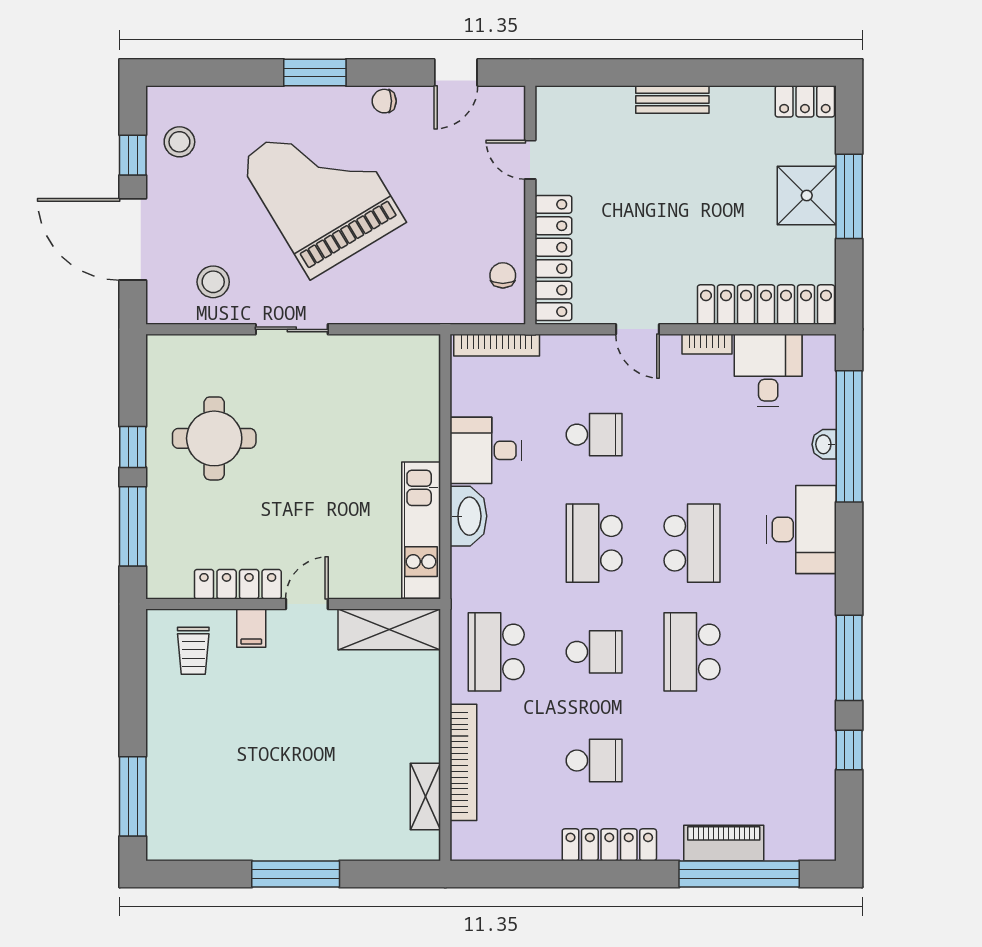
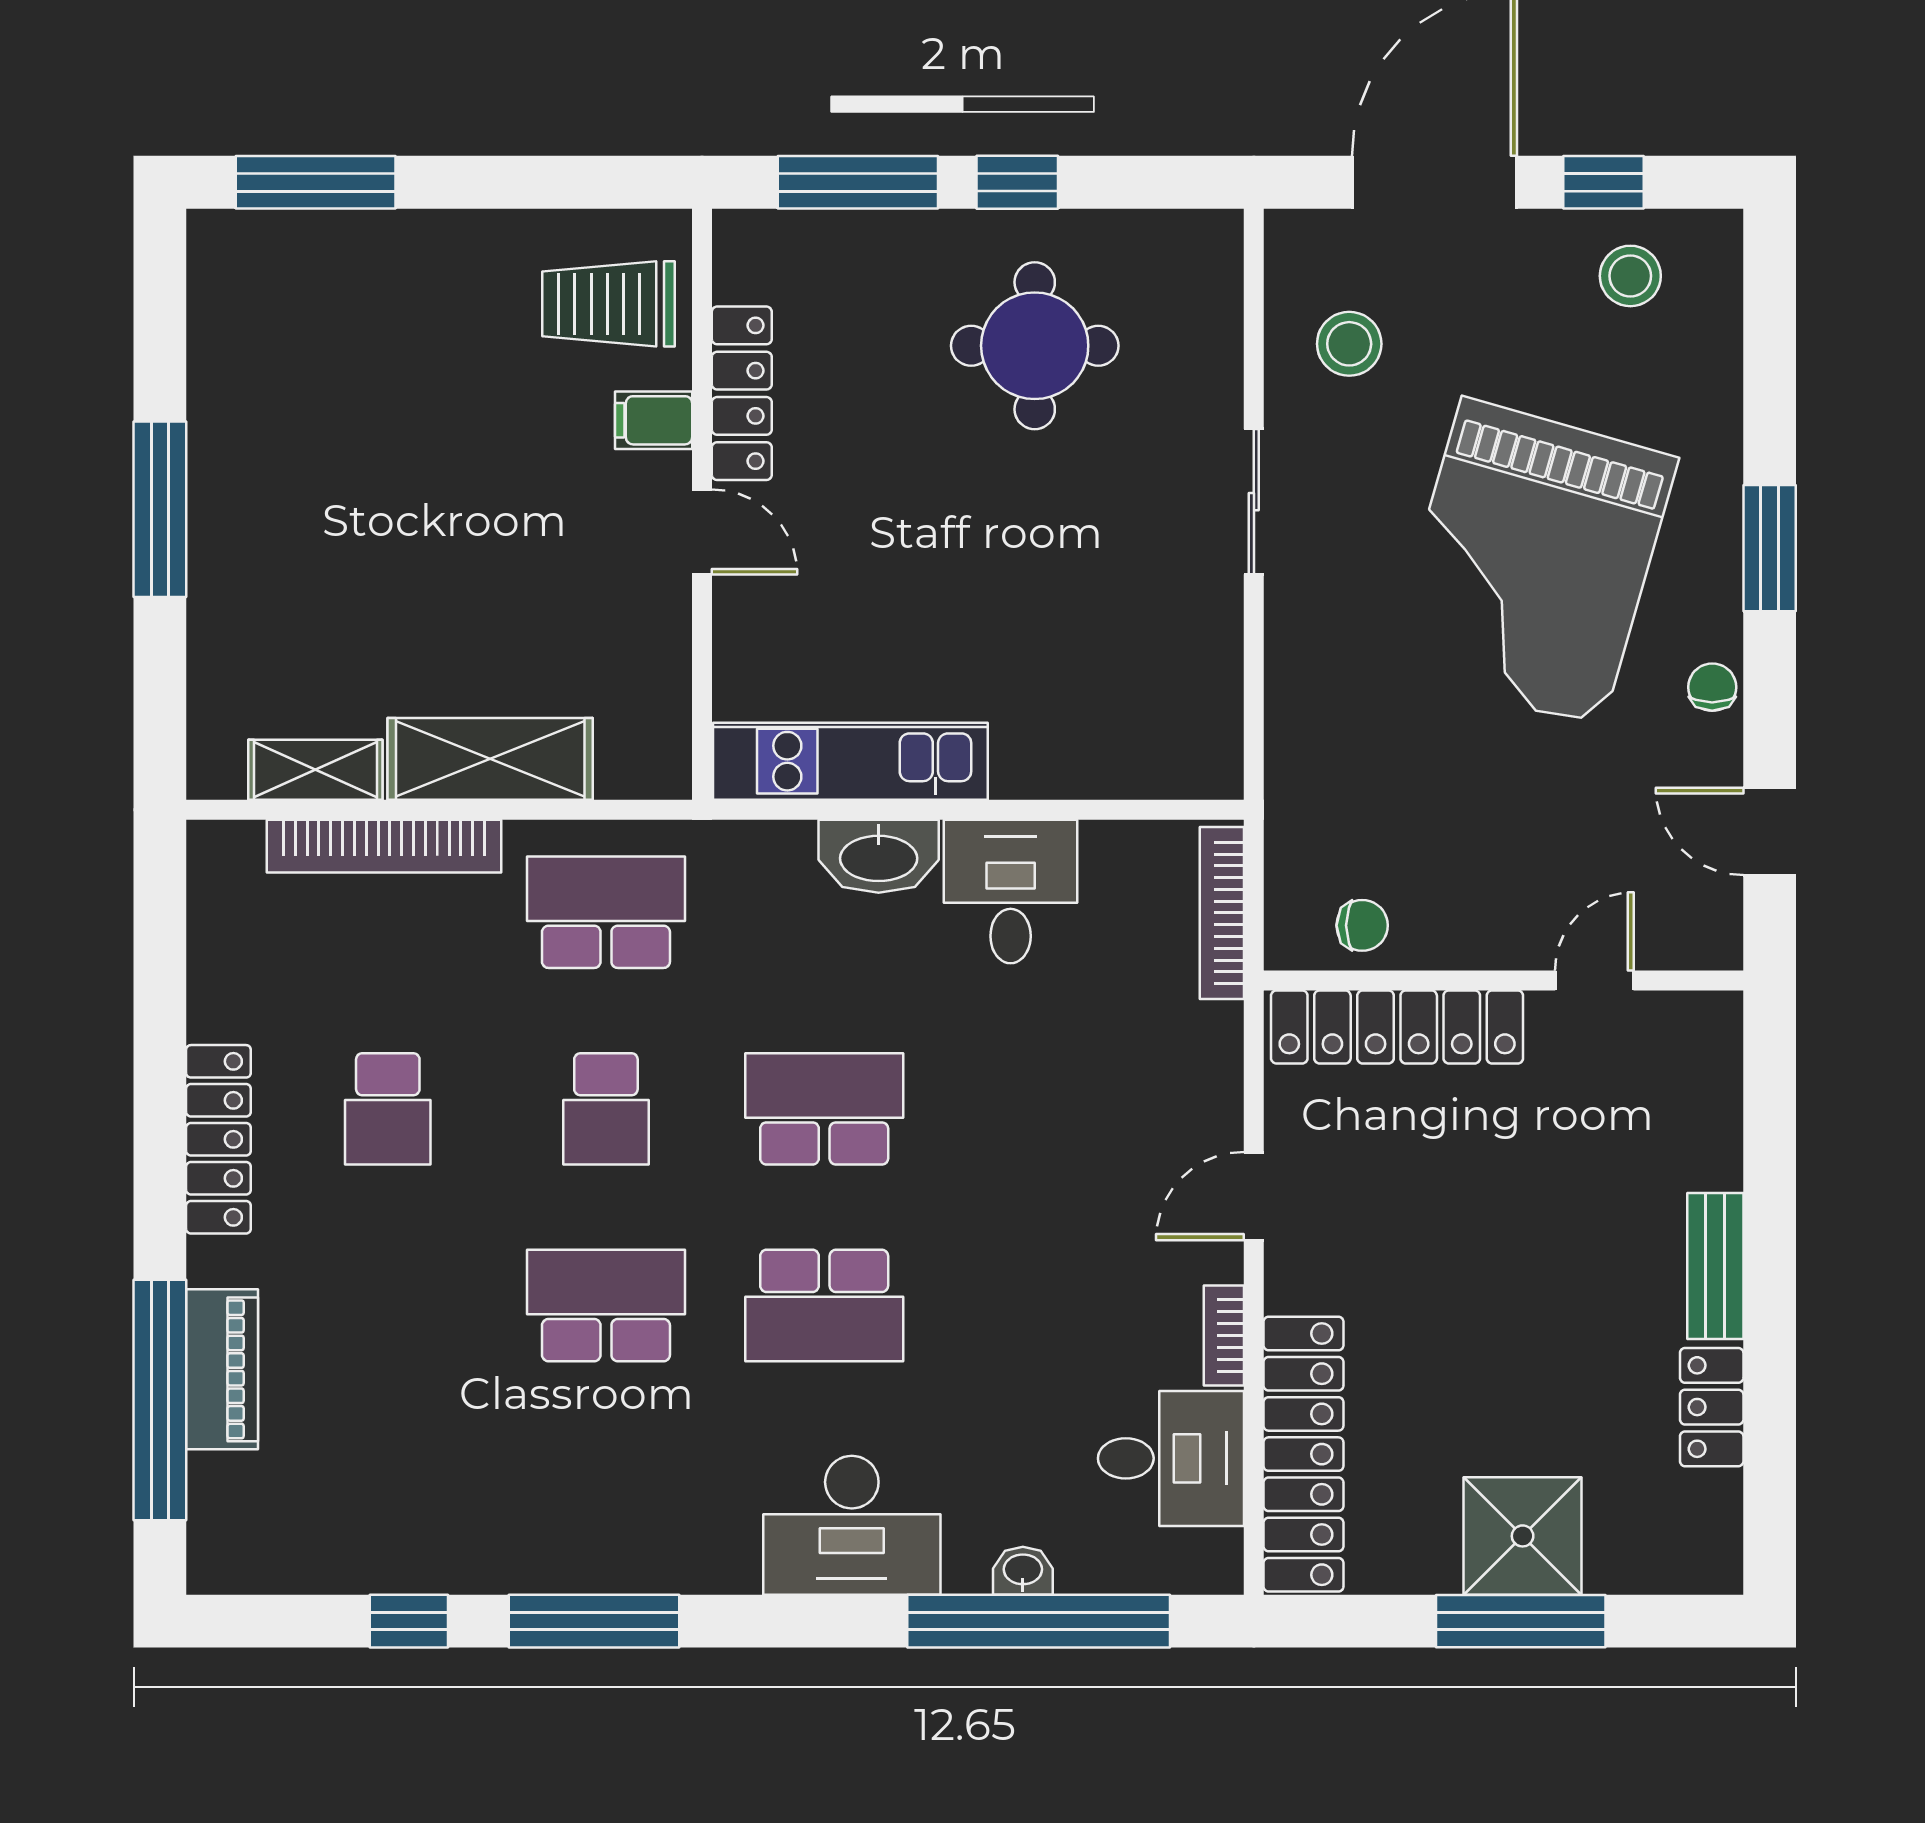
locker: (805, 101) -> (1712, 1407), moved
grand piano: (322, 191) -> (1532, 562), turned 137
school desk: (594, 435) -> (1042, 1109), removed
shelving: (389, 629) -> (490, 759), moved, turned 90
trolley: (193, 651) -> (608, 304), width x1.36, depth x1.39

